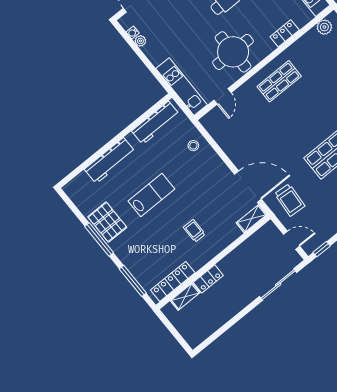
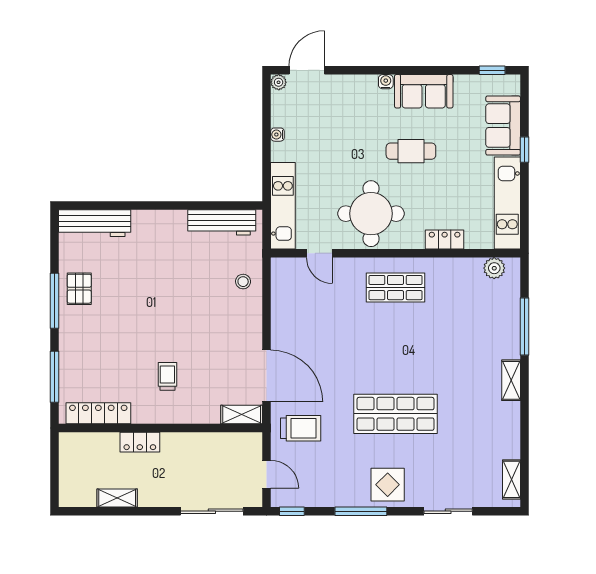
water cooler: (133, 33) -> (277, 135), moved
plant: (140, 41) -> (279, 82), moved
door: (223, 96) -> (319, 253), hinge flipped
workbench: (110, 161) -> (95, 223), moved
lab bench: (151, 195) -> (152, 298), removed
trolley: (290, 200) -> (301, 428), turned -94
pallet: (107, 222) -> (79, 289), width x0.67, depth x0.71
shelving: (185, 297) -> (117, 498), moved

